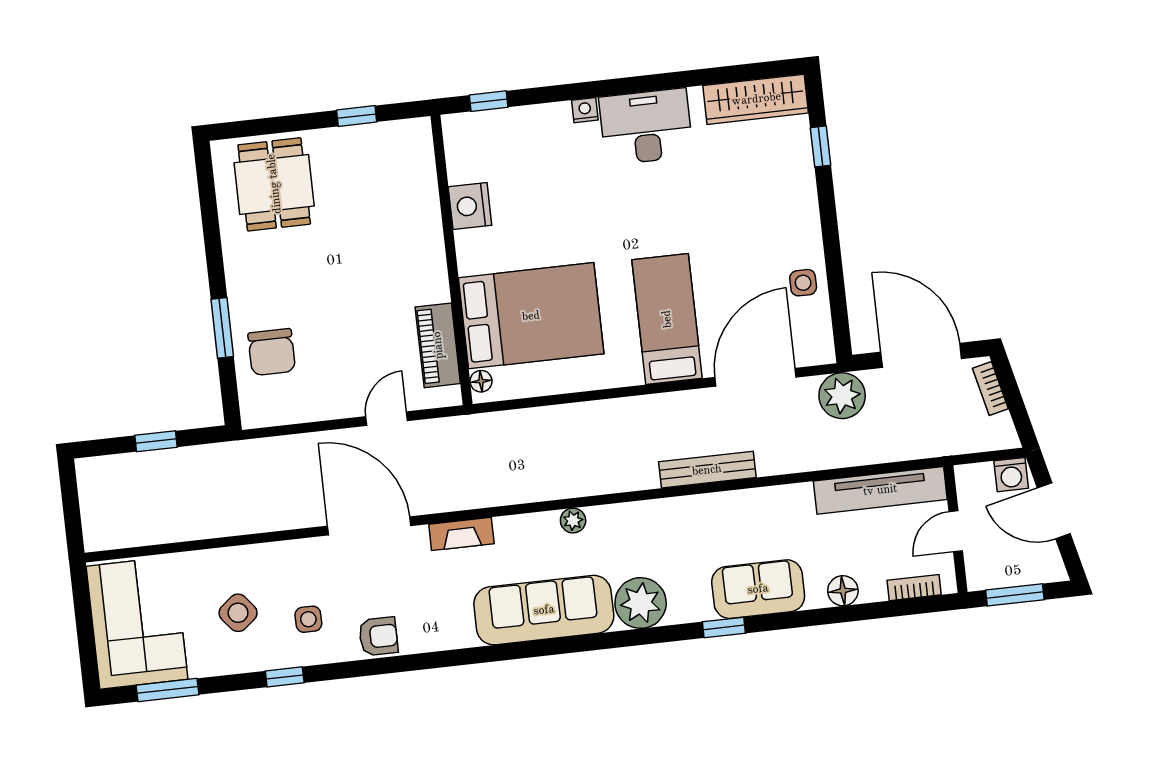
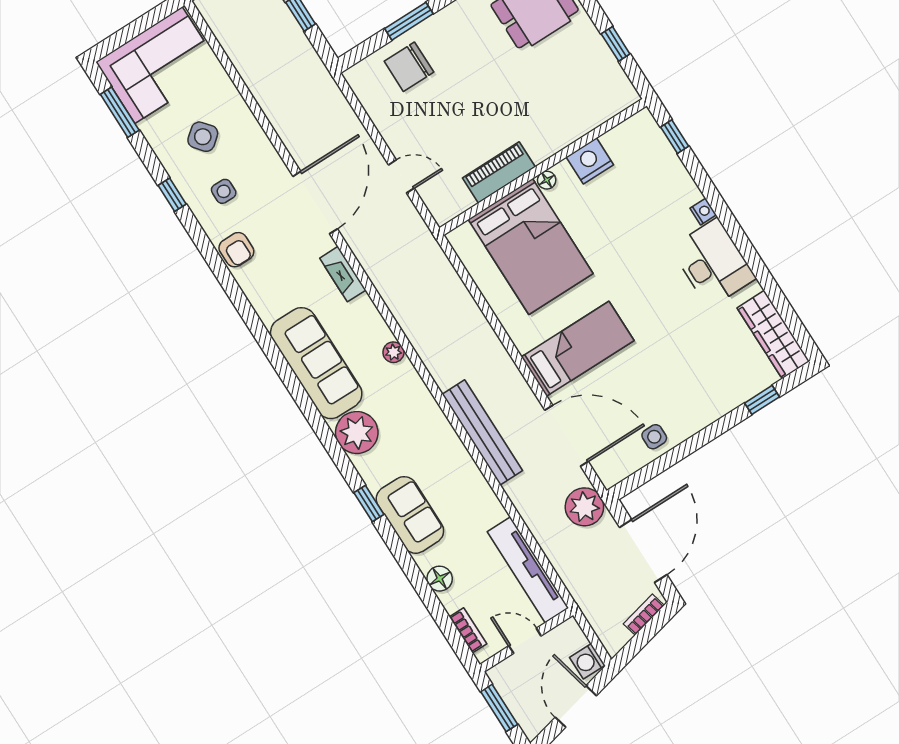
piano: (438, 345) -> (499, 172), moved
floor lamp: (481, 381) -> (547, 180), moved
bench: (707, 470) -> (482, 432), width x1.37, depth x1.21

